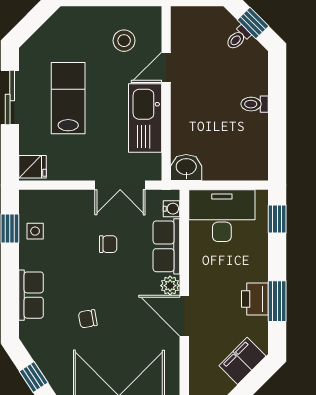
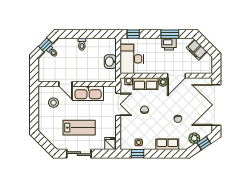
lab bench: (68, 98) -> (79, 128), turned 180
washbasin: (186, 167) -> (110, 62), moved
plant: (45, 356) -> (194, 138), added

